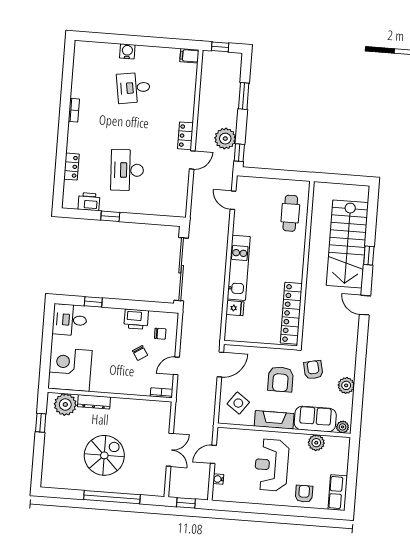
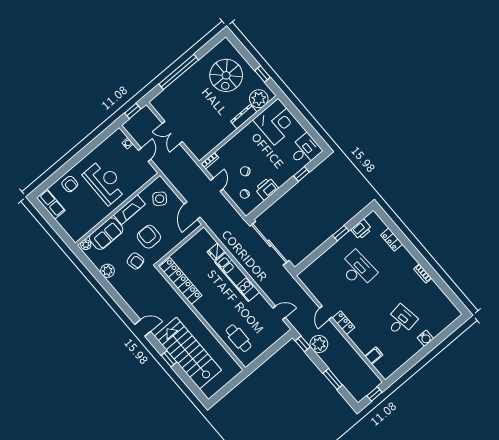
filing cabinet: (189, 56) -> (374, 356), moved
plant: (316, 443) -> (92, 221), removed
spiral stairs: (104, 455) -> (226, 75), moved

